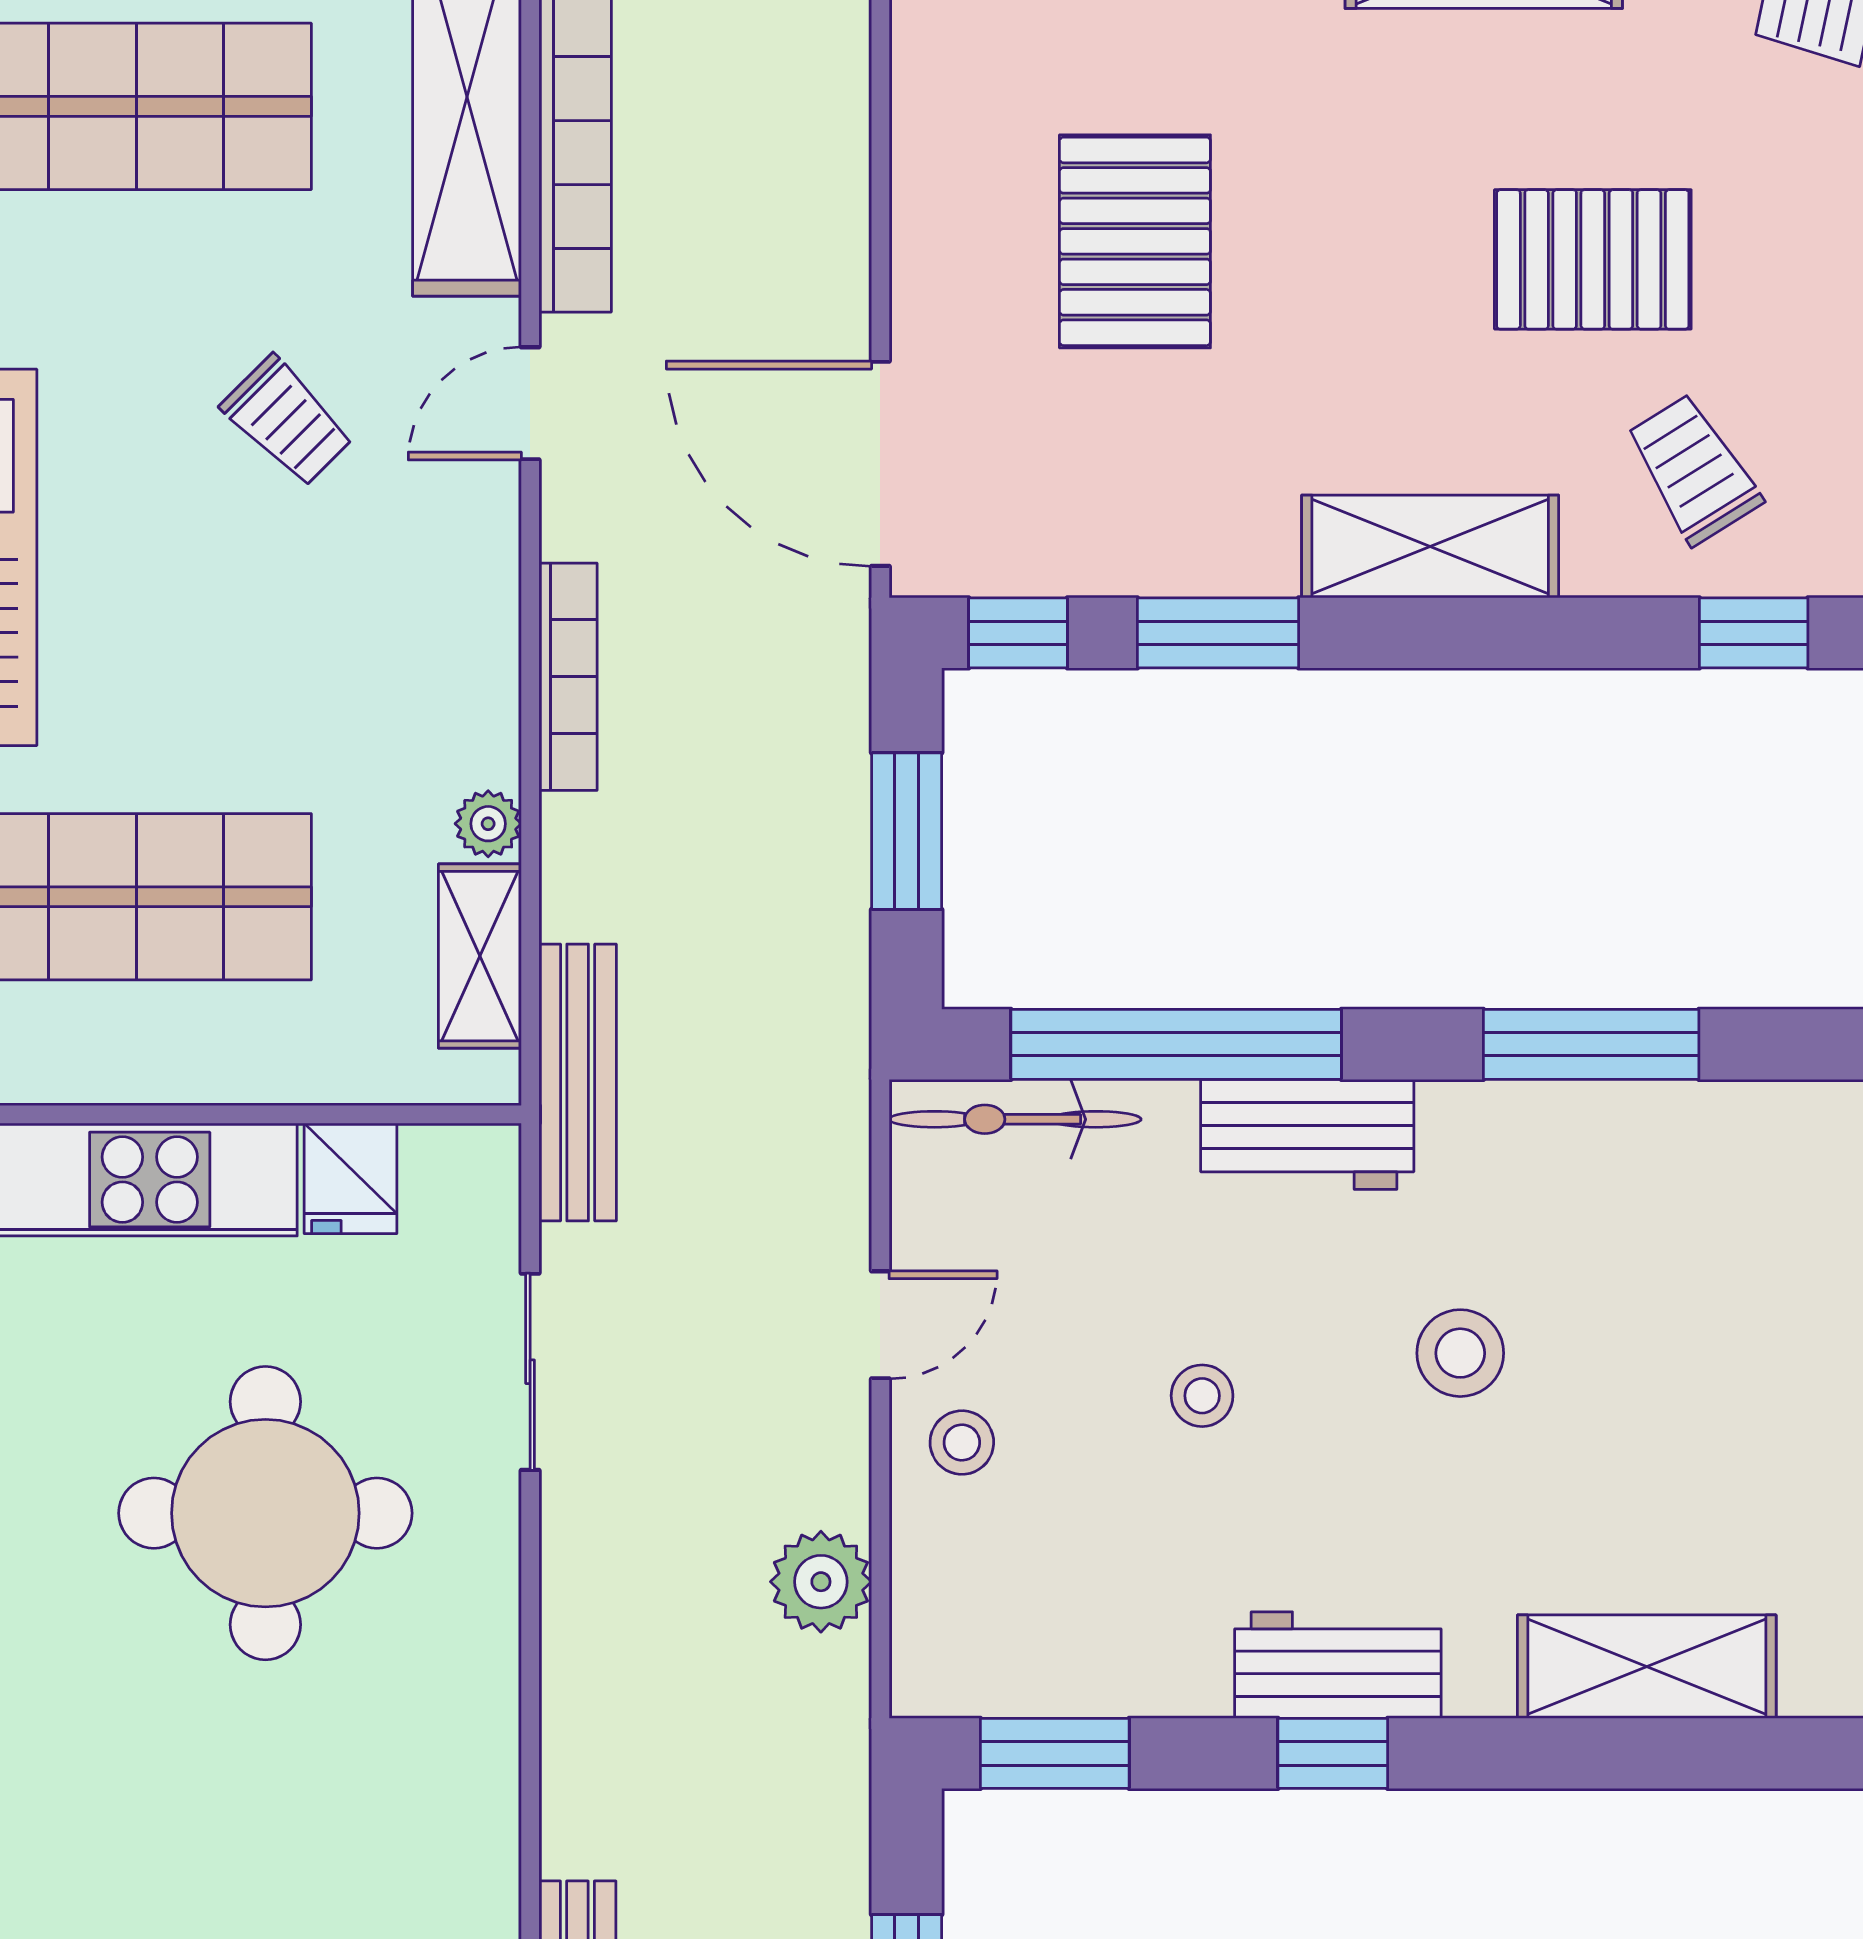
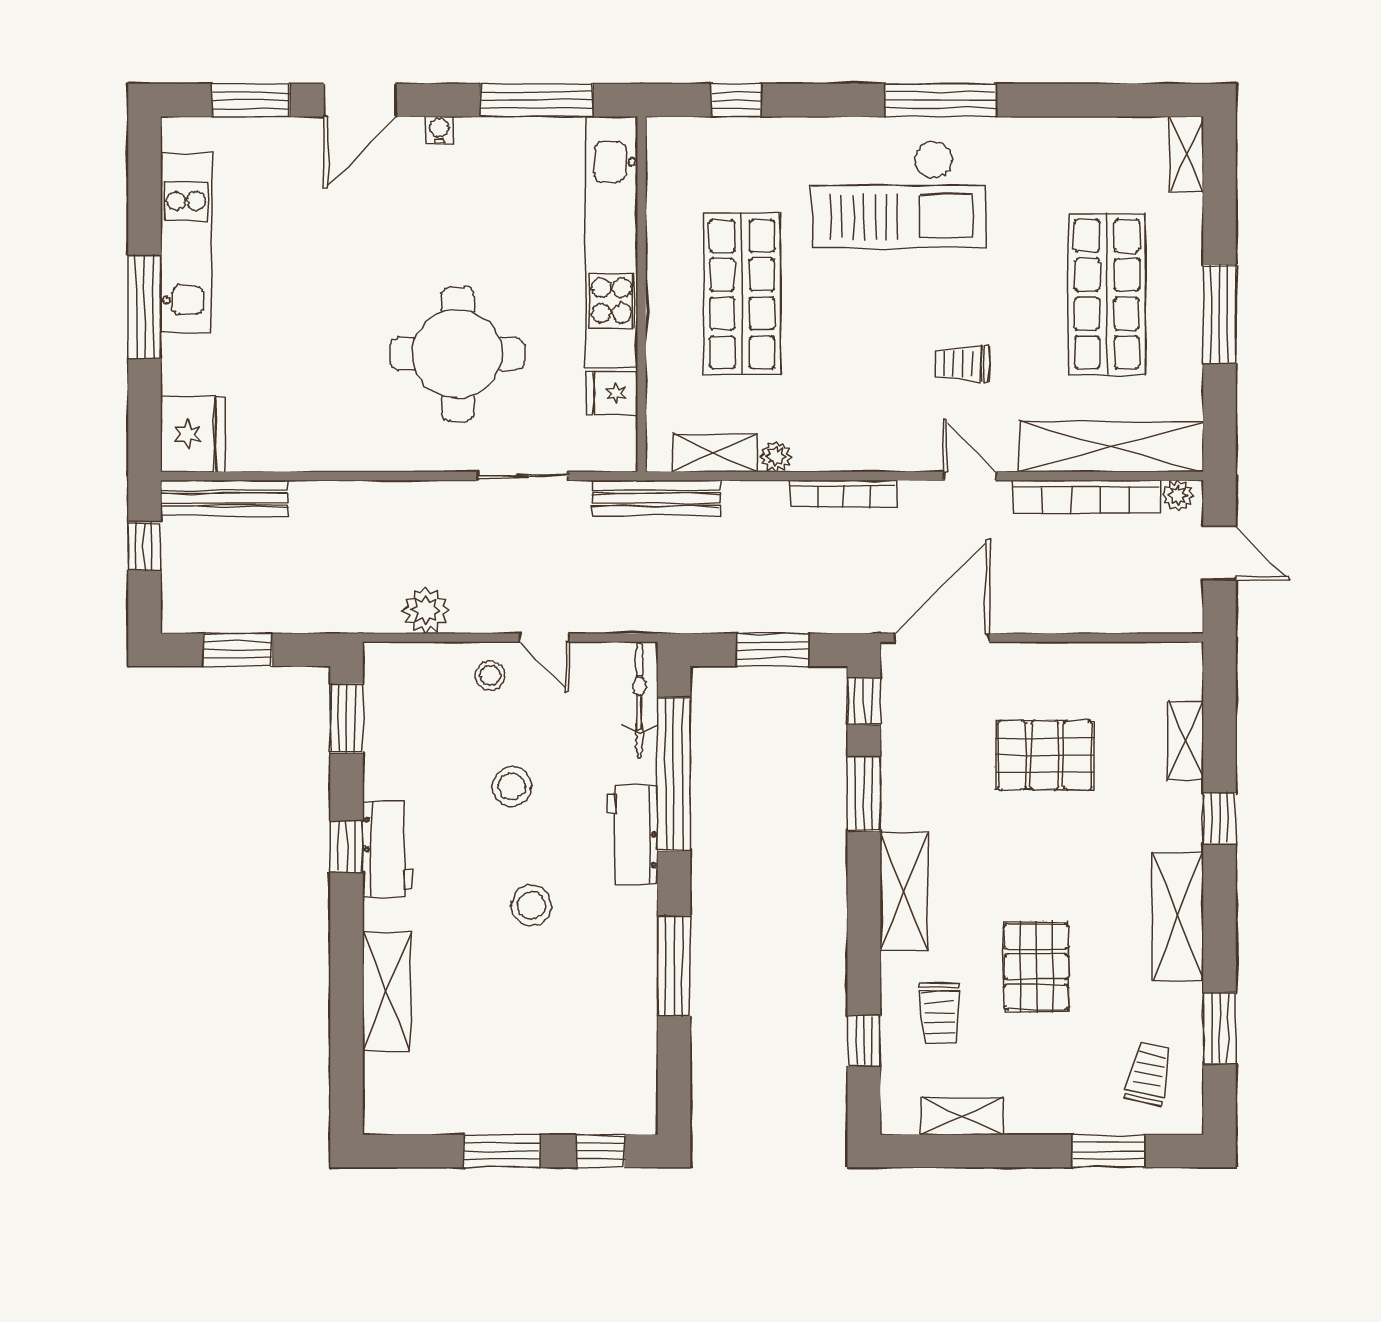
trolley: (287, 421) -> (962, 364), turned 45
trolley: (1693, 469) -> (939, 1013), turned 122
stool: (1202, 1396) -> (512, 786), width x1.37, depth x1.37

